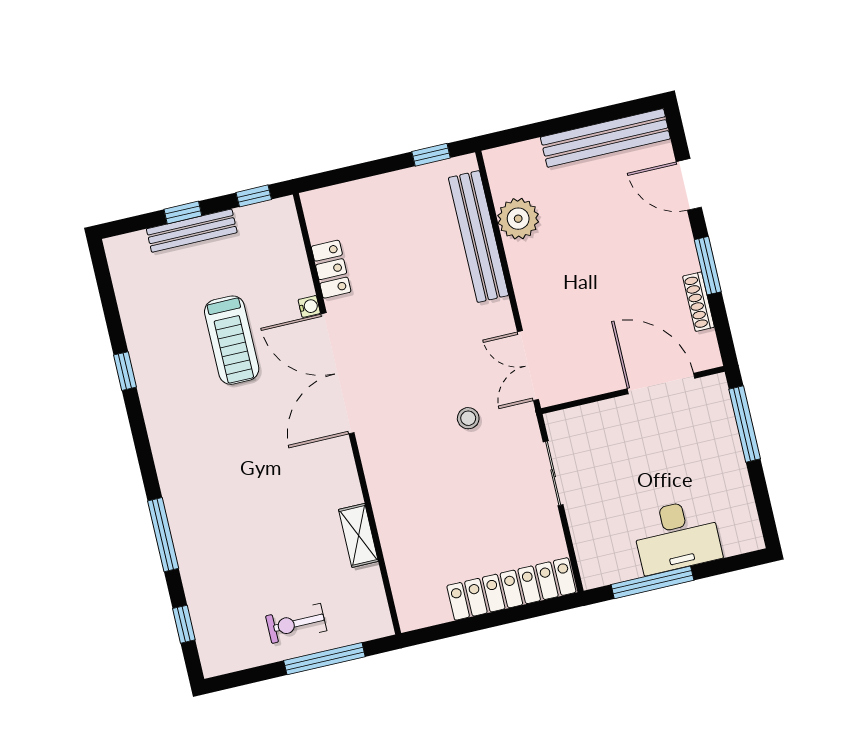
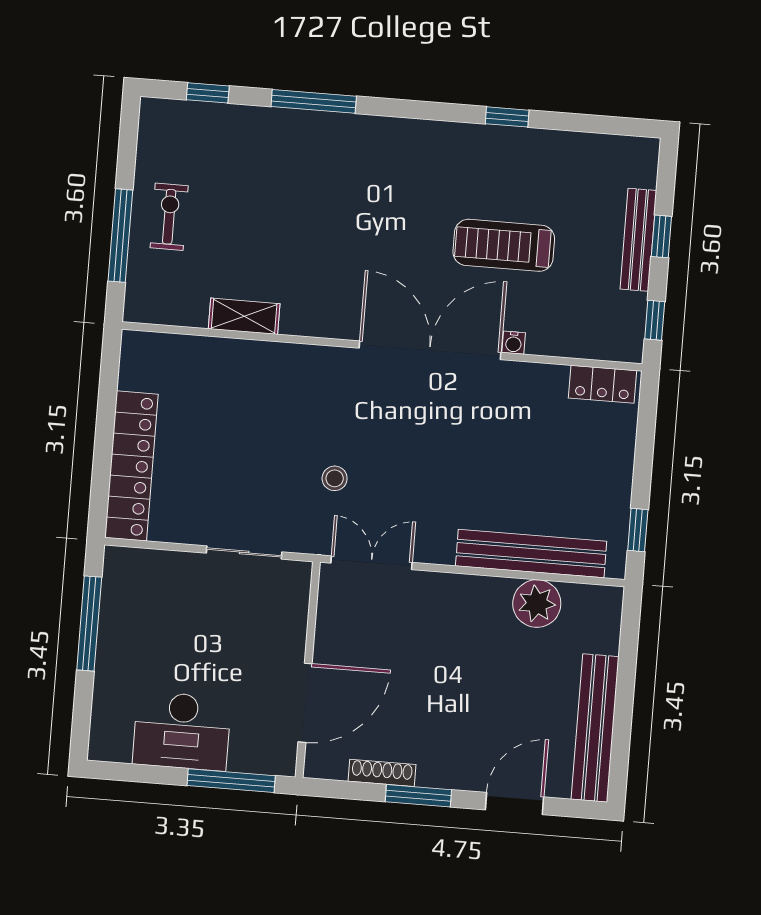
locker: (331, 269) -> (603, 384), moved
desk: (677, 536) -> (182, 731), moved, turned -90

